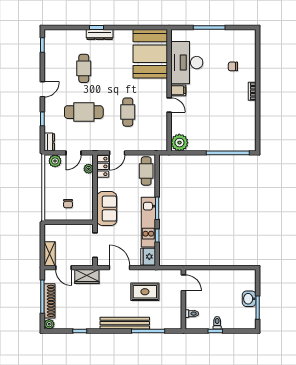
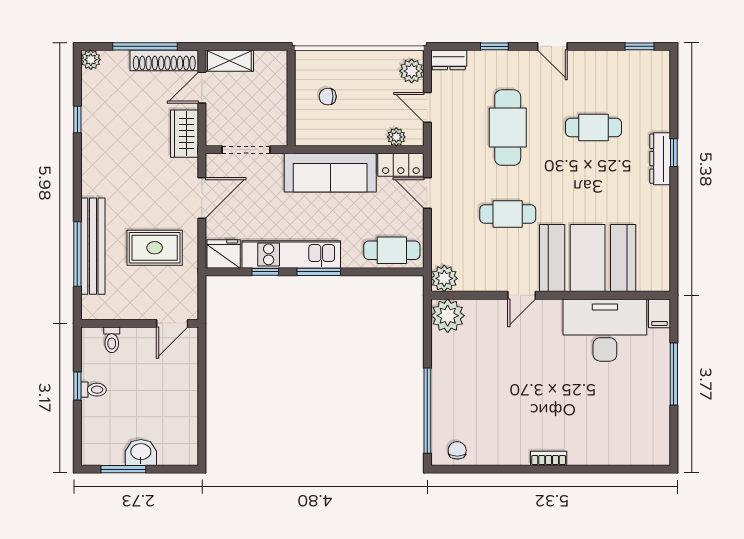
booth: (150, 54) -> (588, 258), moved
chair: (233, 66) -> (457, 450), moved
filing cabinet: (178, 90) -> (659, 313), moved
plant: (160, 144) -> (444, 278), added
sofa: (107, 209) -> (330, 173), width x1.36
rug: (145, 292) -> (155, 248), turned 90
shoe rack: (50, 301) -> (164, 60), moved
bench: (125, 323) -> (93, 246), moved

